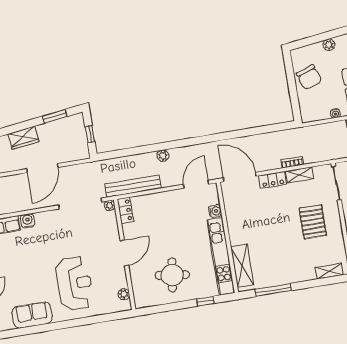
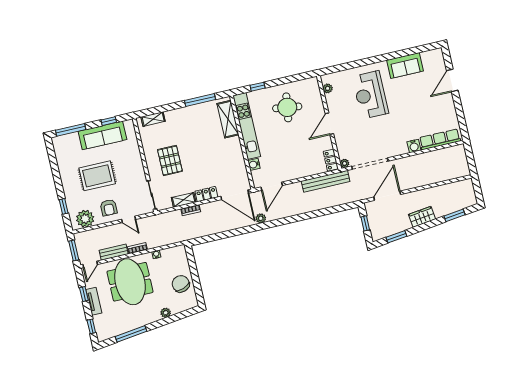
plant: (163, 156) -> (261, 218), moved
door: (42, 168) -> (387, 196), moved

